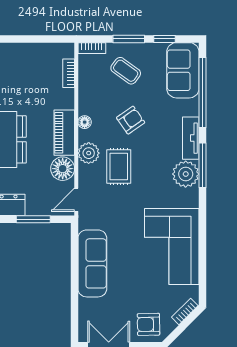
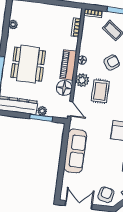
door: (76, 200) -> (70, 109), swing flipped
plant: (34, 209) -> (42, 111), added
armchair: (149, 324) -> (106, 195), turned 104

